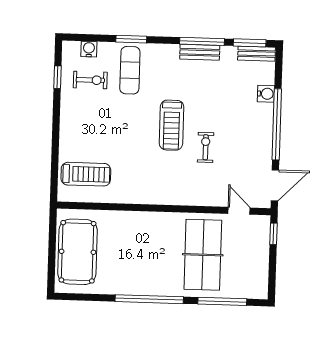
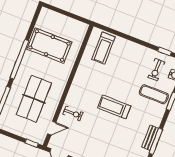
exercise bike: (206, 147) -> (73, 113), moved
pool table: (77, 252) -> (49, 46), moved
table tennis table: (203, 255) -> (34, 99), turned 90

